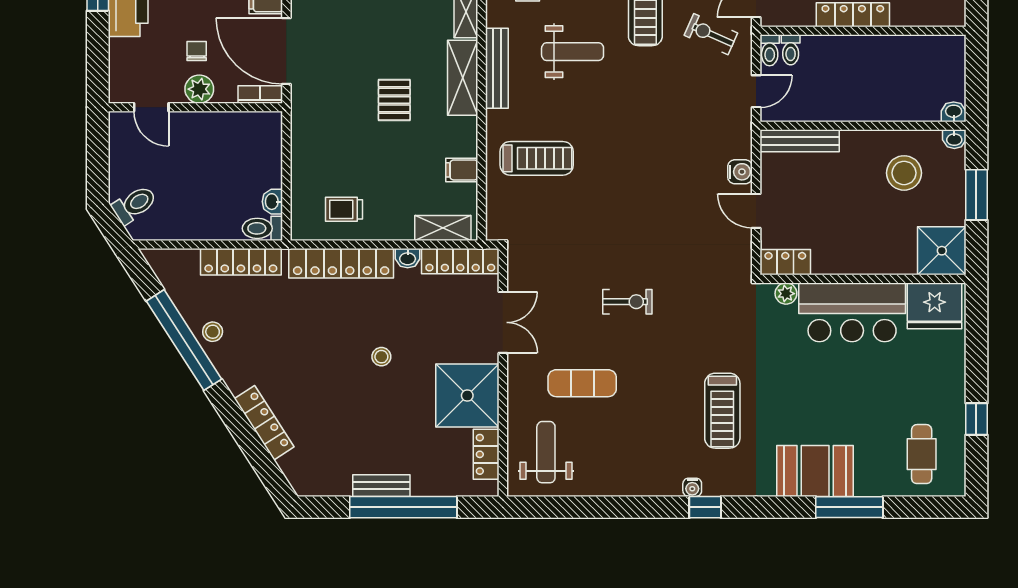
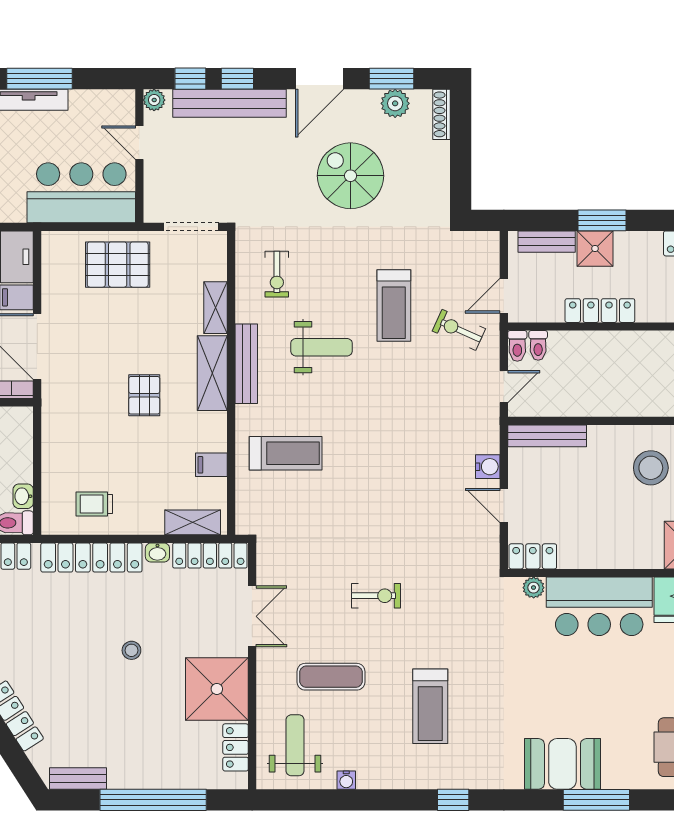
treadmill: (722, 411) -> (430, 706), moved
bench: (381, 486) -> (78, 778), moved
water cooler: (692, 487) -> (346, 780), moved

